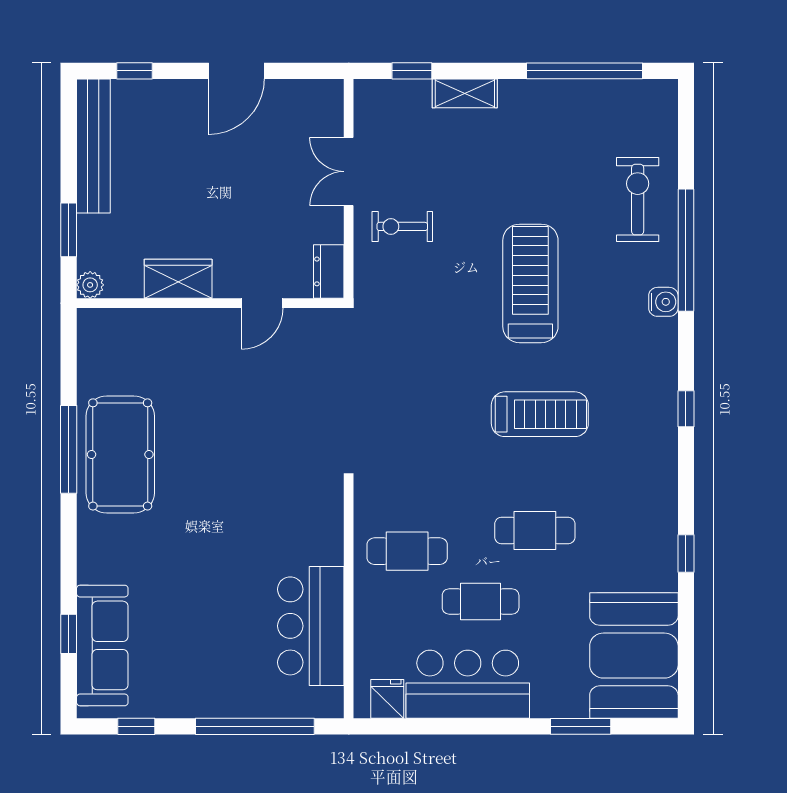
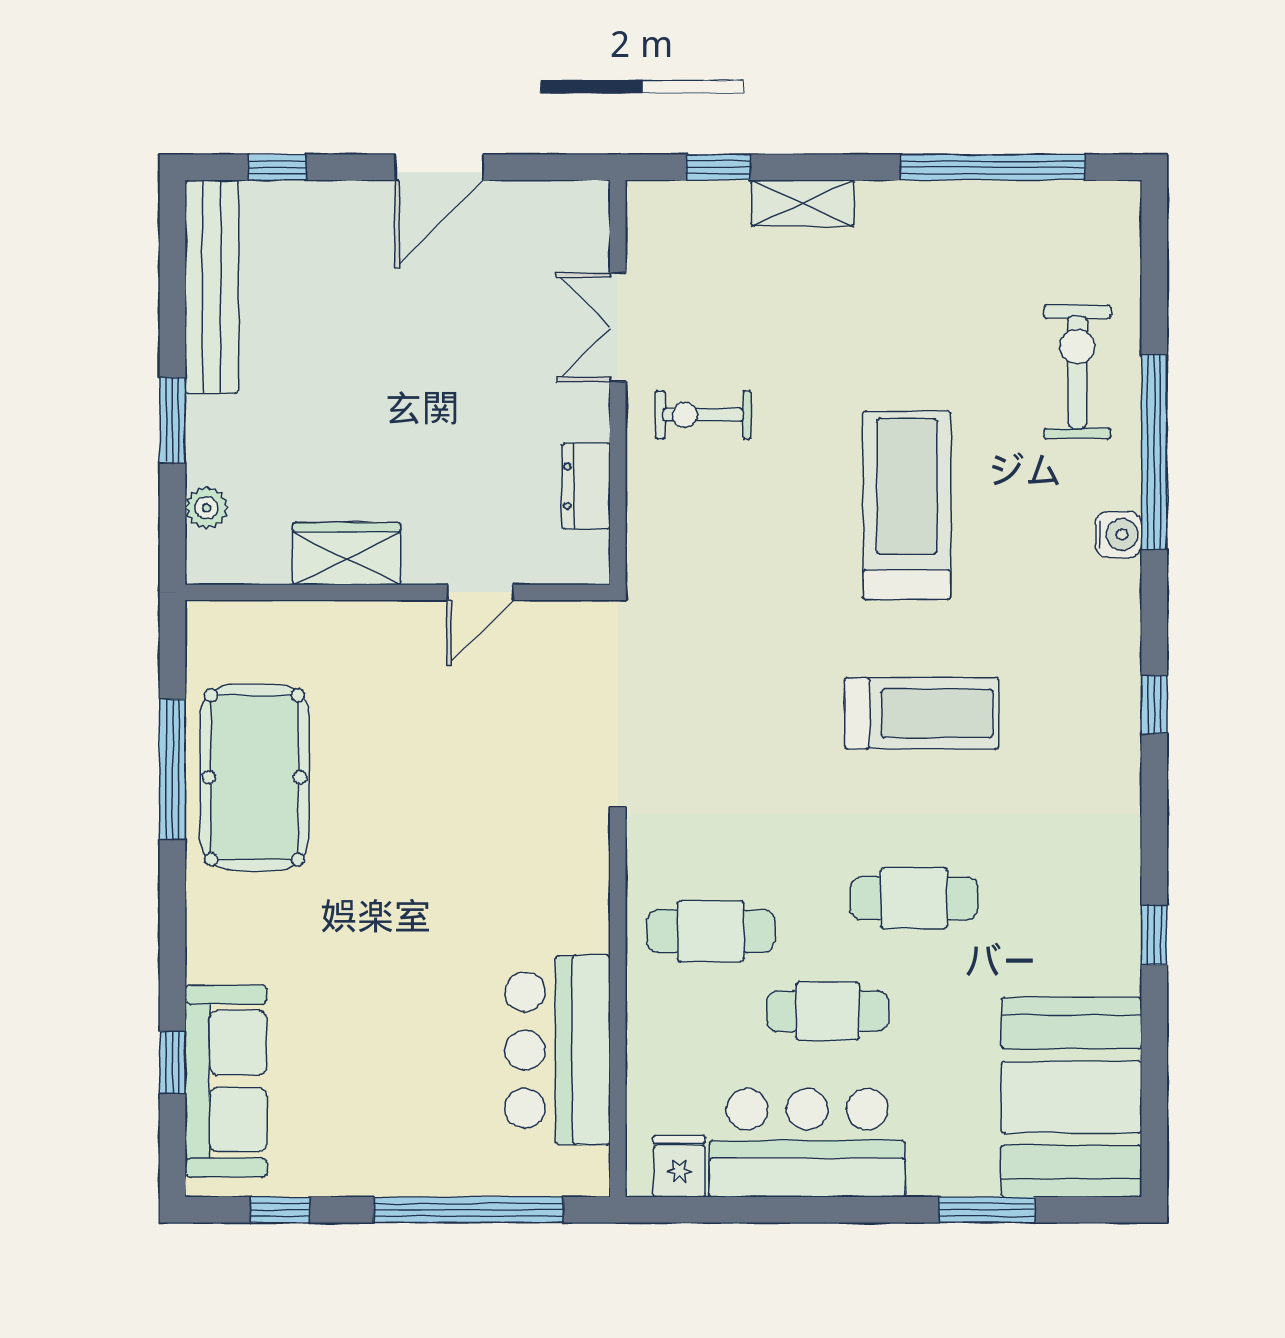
wardrobe: (178, 279) -> (347, 554), moved
wall: (210, 303) -> (398, 592), moved
door: (262, 303) -> (480, 592), moved

